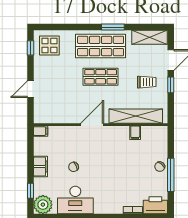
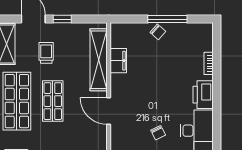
trolley: (147, 82) -> (46, 53), moved
filing cabinet: (135, 133) -> (118, 61), width x2.00
printer: (155, 205) -> (203, 95), moved

